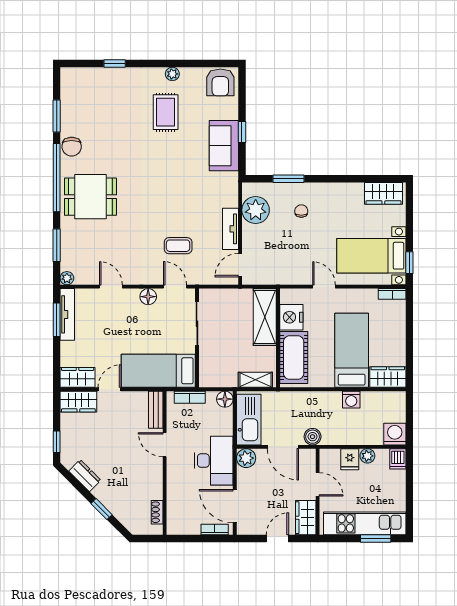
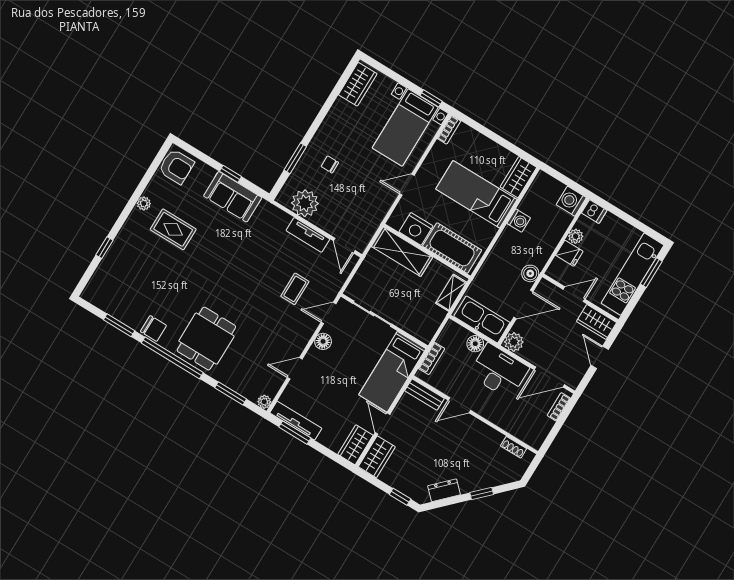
floor lamp: (225, 399) -> (475, 344), moved

